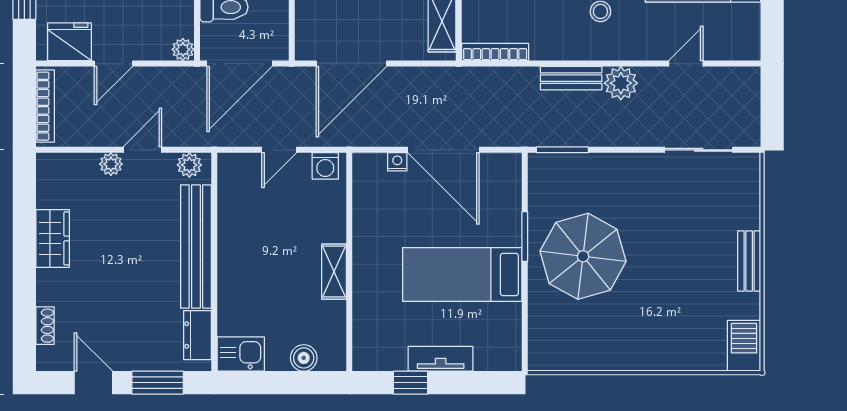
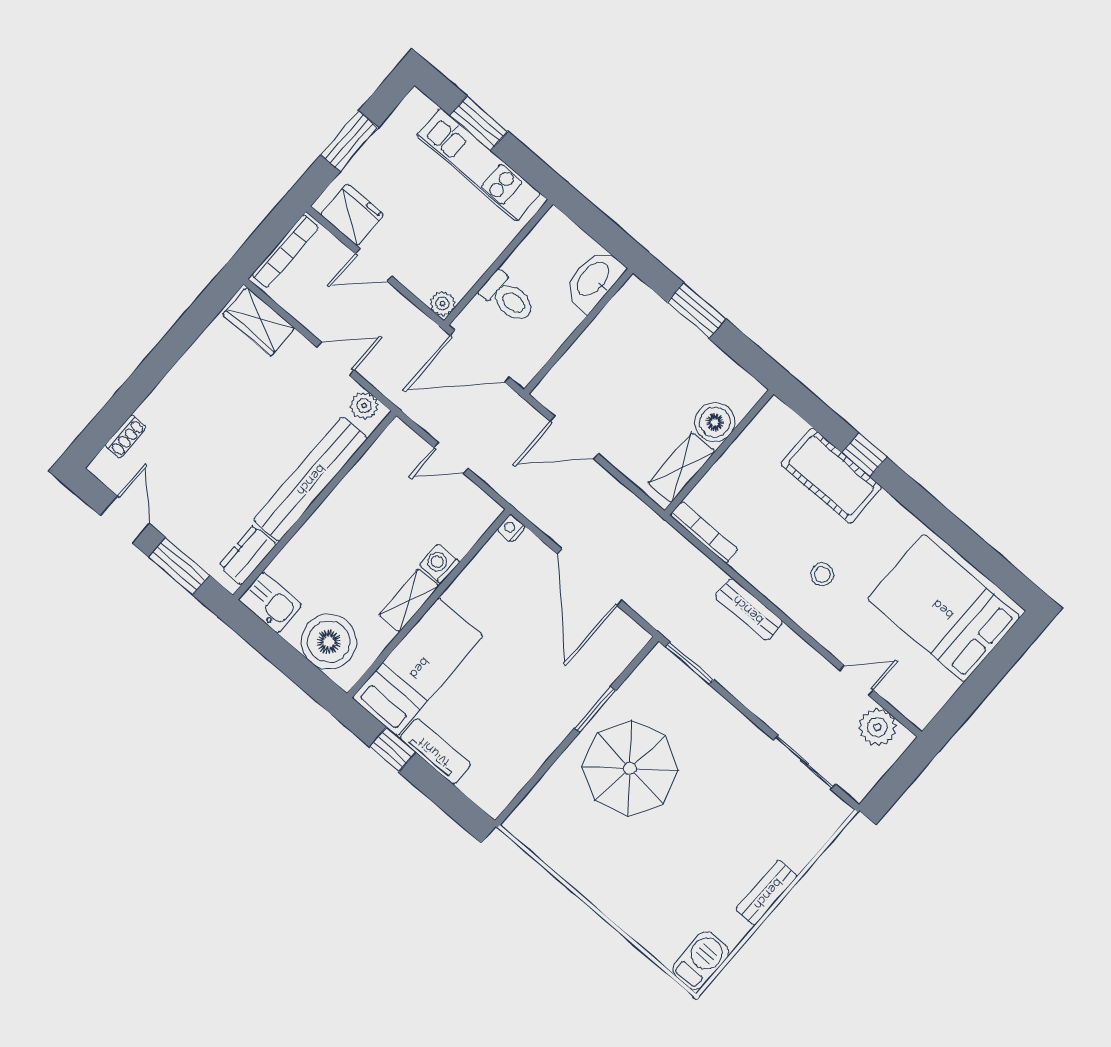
door: (351, 64) -> (574, 438), width x0.73
plant: (621, 83) -> (877, 727), moved
nightstand: (397, 162) -> (511, 528), moved, turned -90
plant: (111, 164) -> (299, 348), removed
washing machine: (325, 166) -> (439, 564), moved, turned 90
wardrobe: (53, 238) -> (259, 322), moved, turned 90
bed: (462, 274) -> (418, 667), moved, turned 90
boiler: (304, 358) -> (329, 642), width x1.86, depth x1.86

